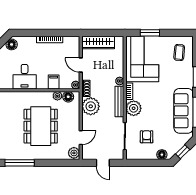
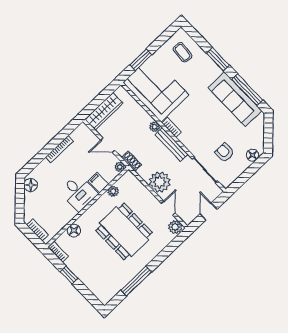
desk: (25, 77) -> (79, 193), moved
floor lamp: (68, 97) -> (74, 231), moved
plant: (91, 106) -> (160, 182), moved
plant: (134, 108) -> (190, 139), removed
window: (183, 152) -> (268, 135), removed
door: (103, 163) -> (208, 212), swing flipped

